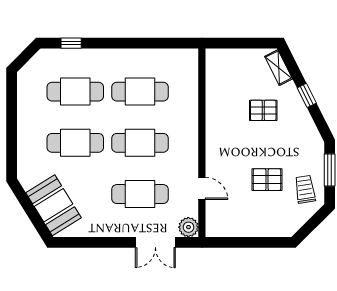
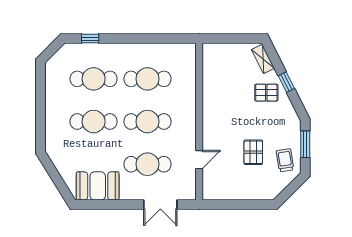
pallet: (263, 110) -> (266, 93), moved
pallet: (267, 180) -> (253, 152), turned 90
door: (202, 188) -> (199, 160), hinge flipped
booth: (54, 205) -> (98, 186), moved, turned -58
plant: (188, 227) -> (188, 192), removed

